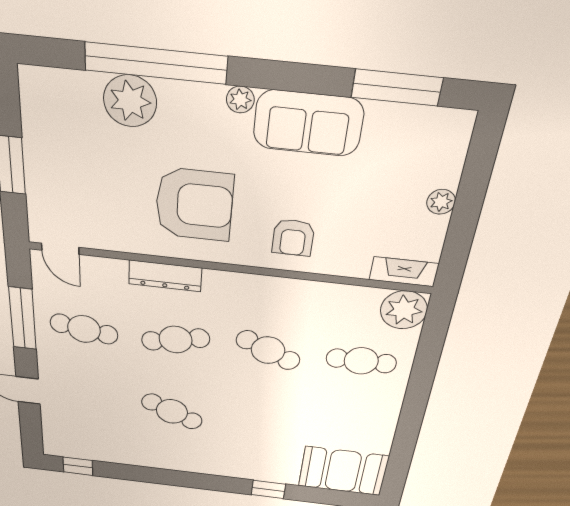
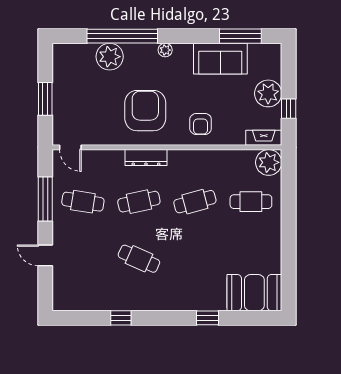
sofa: (308, 123) -> (220, 59), moved
plant: (441, 202) -> (268, 93), width x1.87, depth x1.87
armchair: (194, 205) -> (145, 111), turned -90
window: (461, 230) -> (289, 109), added
dresser: (165, 276) -> (146, 158), moved
cafe table: (268, 350) -> (195, 202), turned -39
window: (78, 466) -> (121, 318), moved

